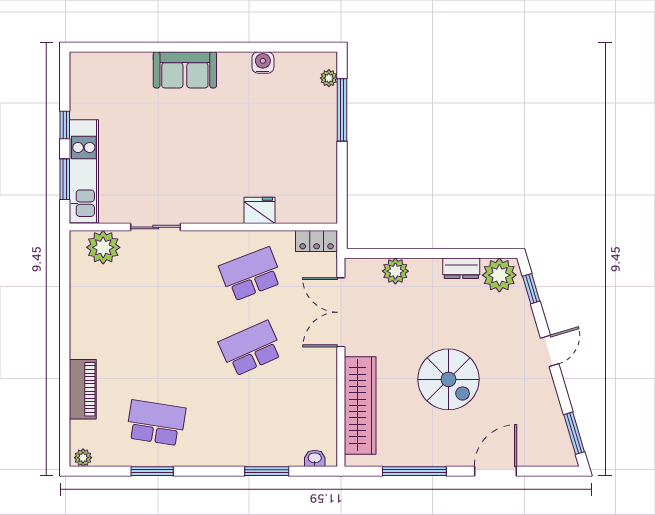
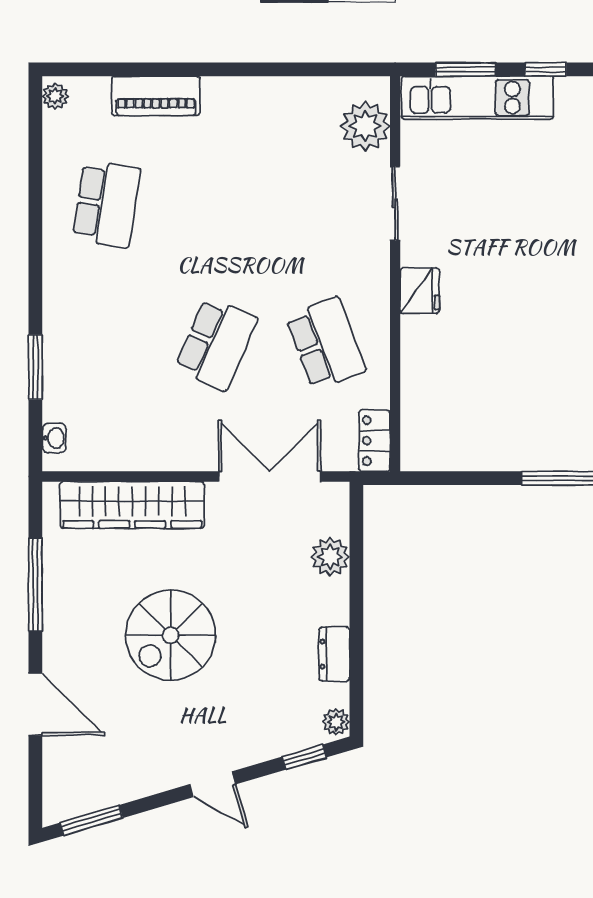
fridge: (259, 210) -> (420, 291), moved
plant: (499, 275) -> (336, 722), width x0.53, depth x0.53
school desk: (251, 348) -> (216, 344), turned 48
window: (152, 471) -> (35, 198), removed

